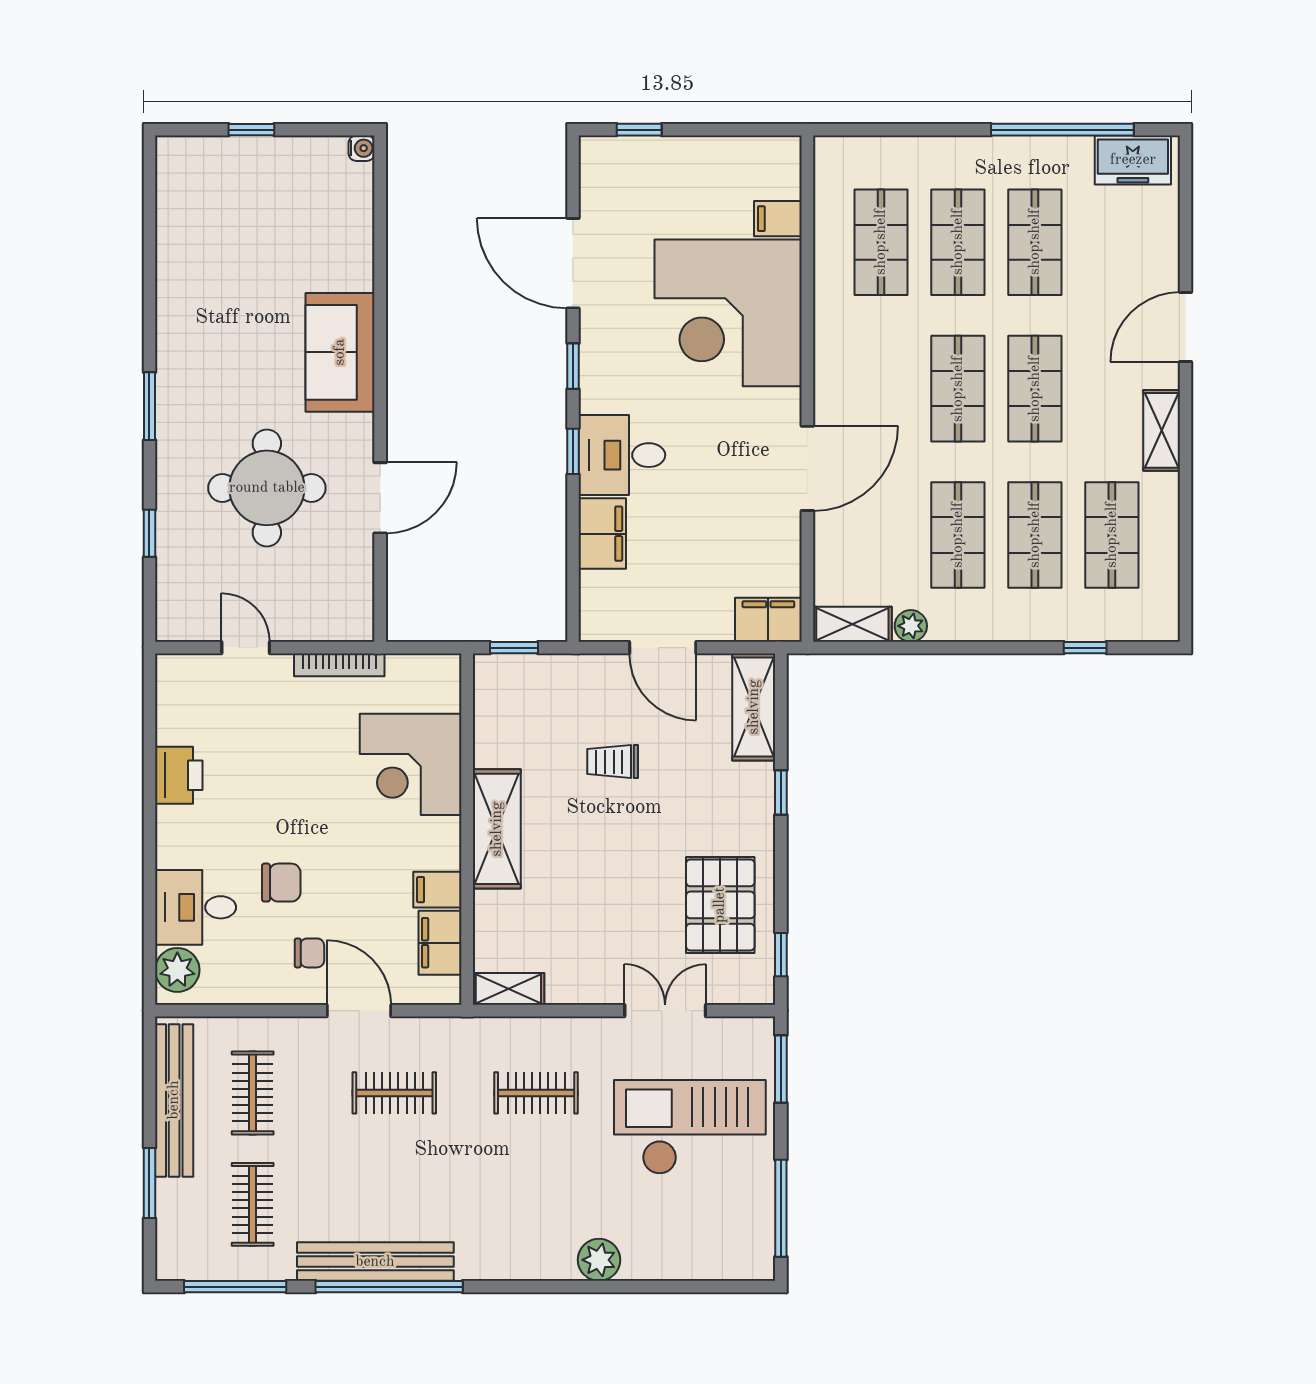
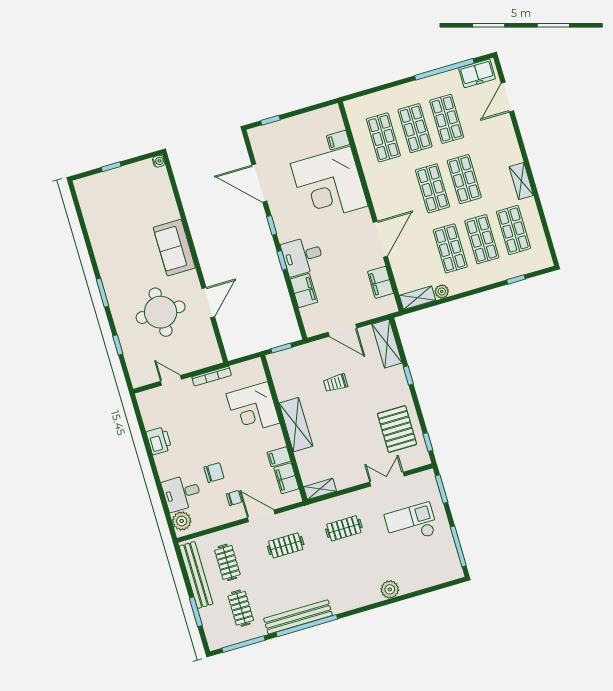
door: (1185, 327) -> (507, 97), moved
filing cabinet: (768, 620) -> (380, 282), moved, turned -90
checkout: (690, 1127) -> (411, 524), width x0.73, depth x0.83

